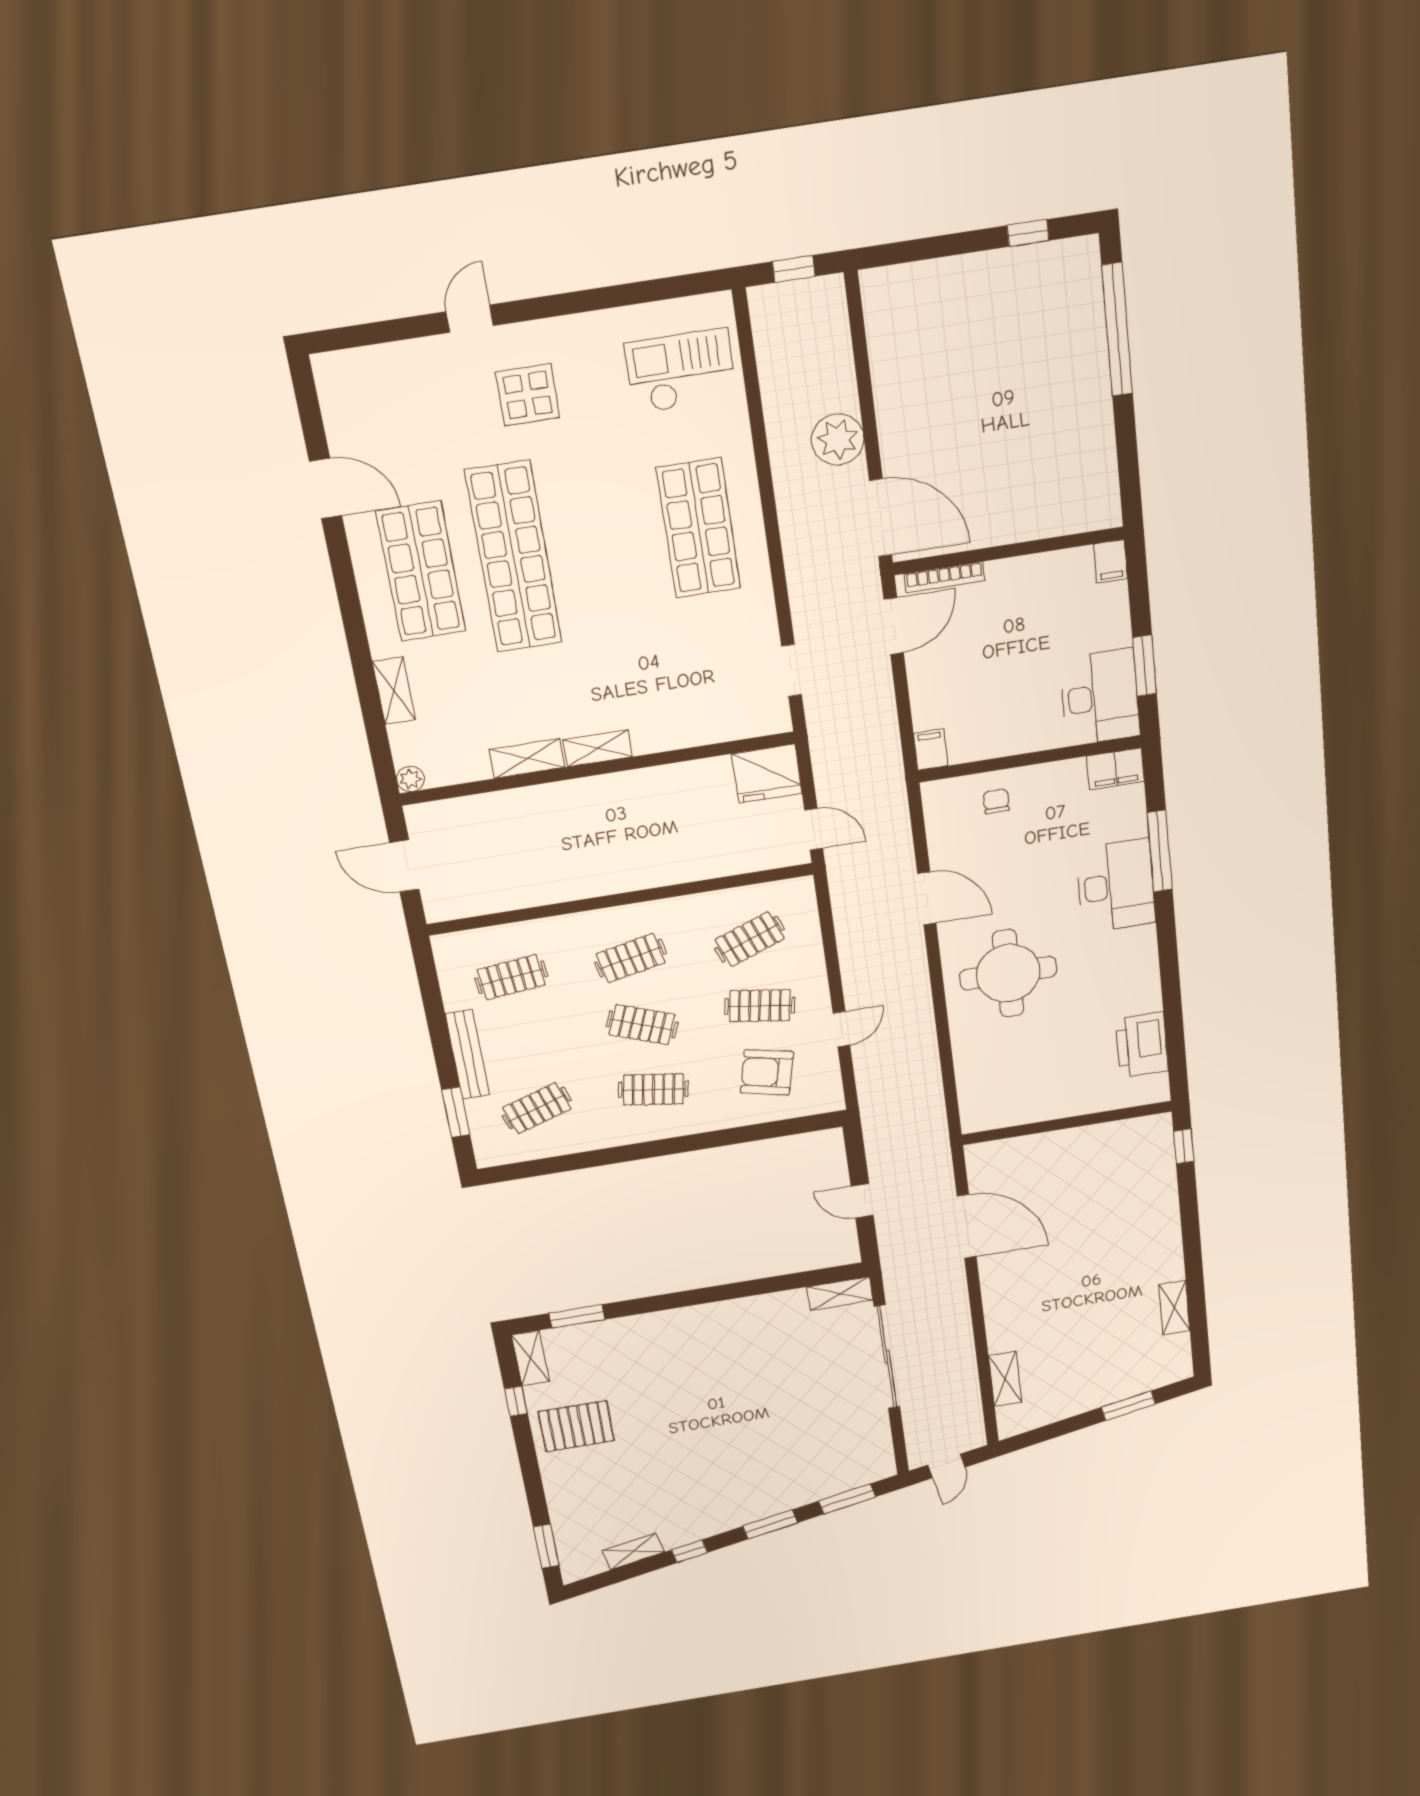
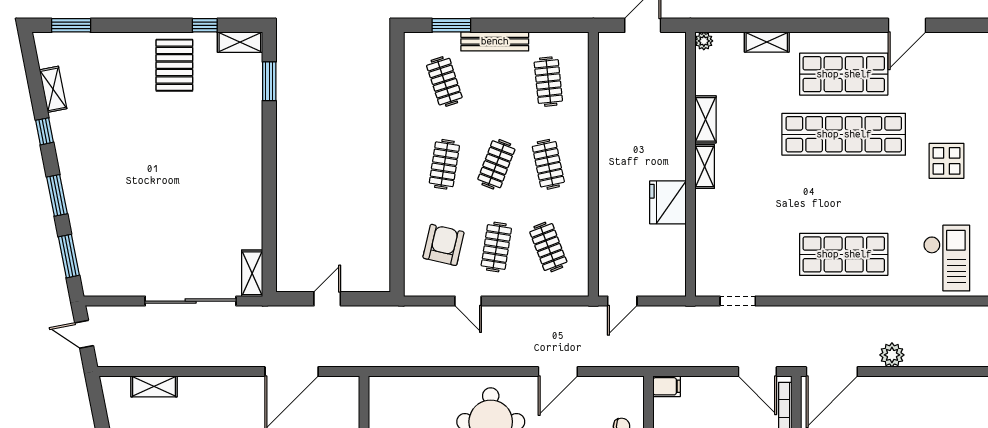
plant: (838, 440) -> (892, 355), width x0.73, depth x0.73
fridge: (767, 774) -> (668, 202), moved

